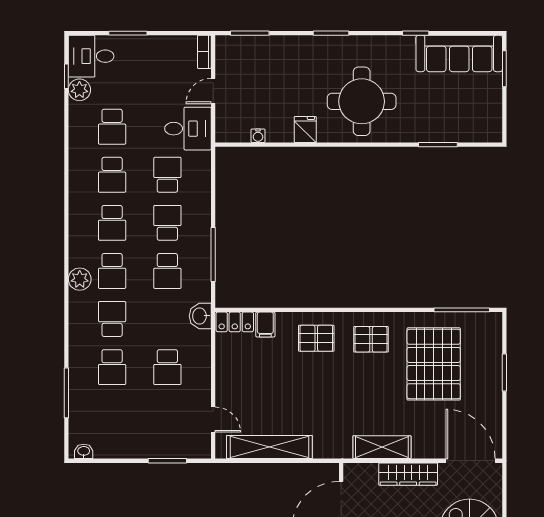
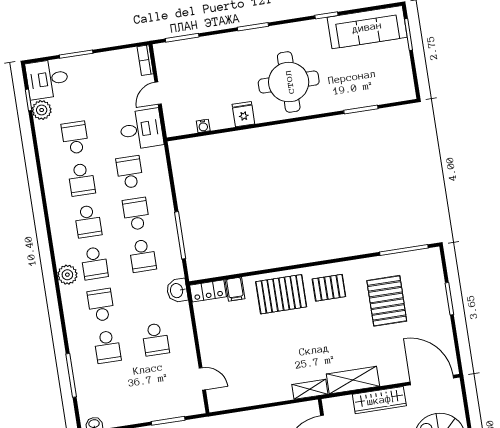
school desk: (112, 127) -> (75, 138), turned 180
pallet: (316, 338) -> (281, 294), width x1.50, depth x1.42
pallet: (434, 364) -> (387, 301), width x0.73, depth x0.71
shelving: (269, 447) -> (310, 389), moved, width x0.45, depth x0.75

